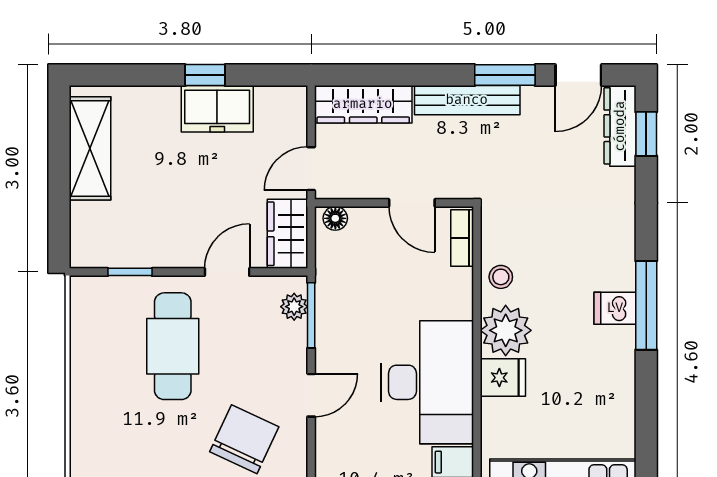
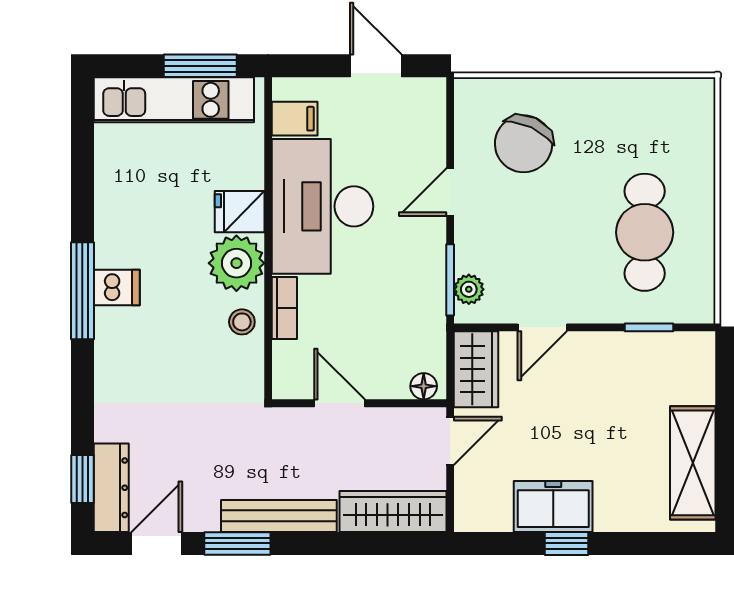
bookcase: (462, 238) -> (284, 308), moved
cafe table: (173, 346) -> (645, 232), moved

